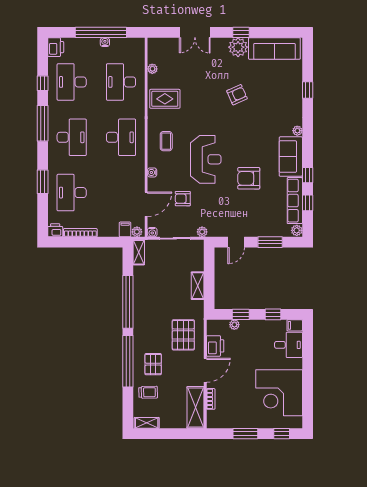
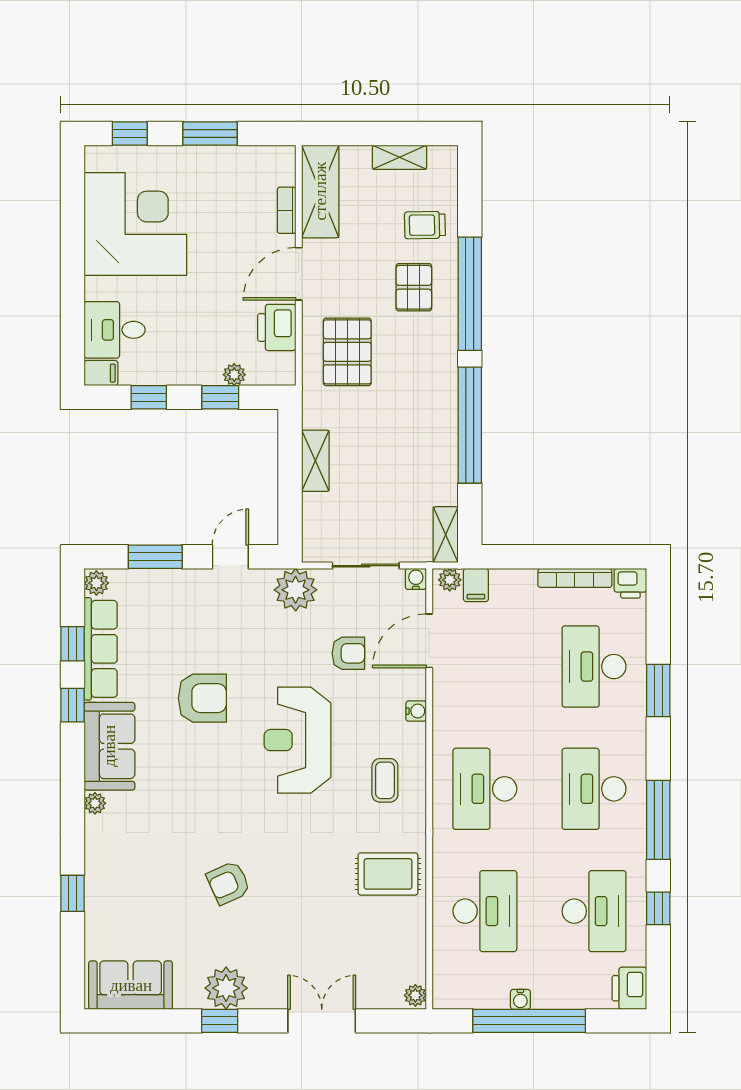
sofa: (274, 49) -> (131, 985), width x0.73
plant: (152, 69) -> (415, 995), moved
desk: (72, 193) -> (594, 667), turned 180
plant: (202, 232) -> (296, 590), width x1.88, depth x1.88
shelving: (147, 423) -> (400, 157), moved

